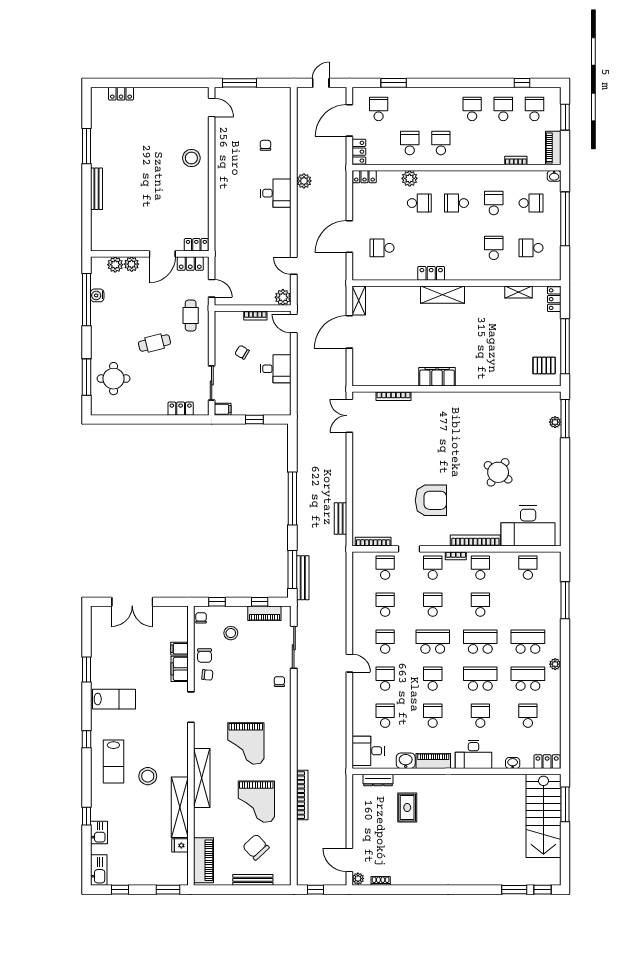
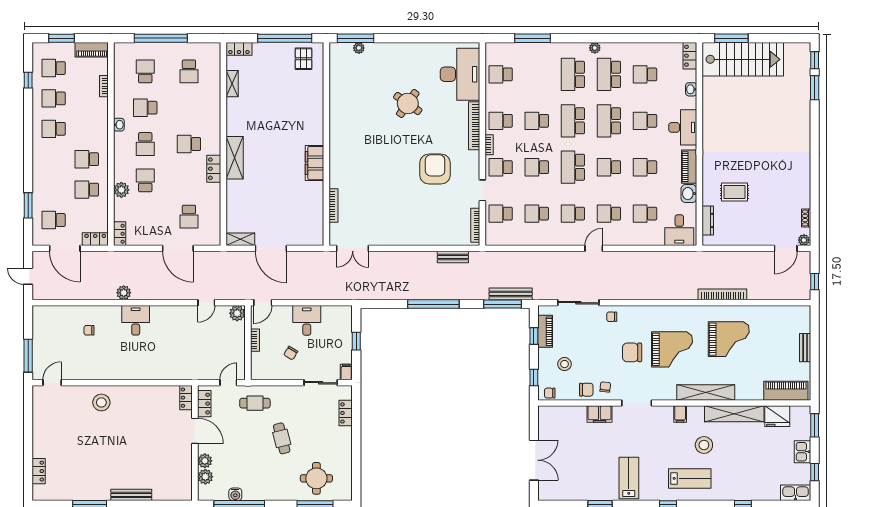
washbasin: (554, 176) -> (119, 125), moved
school desk: (494, 248) -> (189, 144), moved
filing cabinet: (179, 649) -> (680, 414), moved
kitchen sink: (99, 833) -> (802, 452), moved, turned -90
fridge: (180, 845) -> (777, 416), width x1.88, depth x1.34
chair: (256, 847) -> (632, 352), moved, turned 43
bench: (253, 880) -> (805, 348), width x0.73

